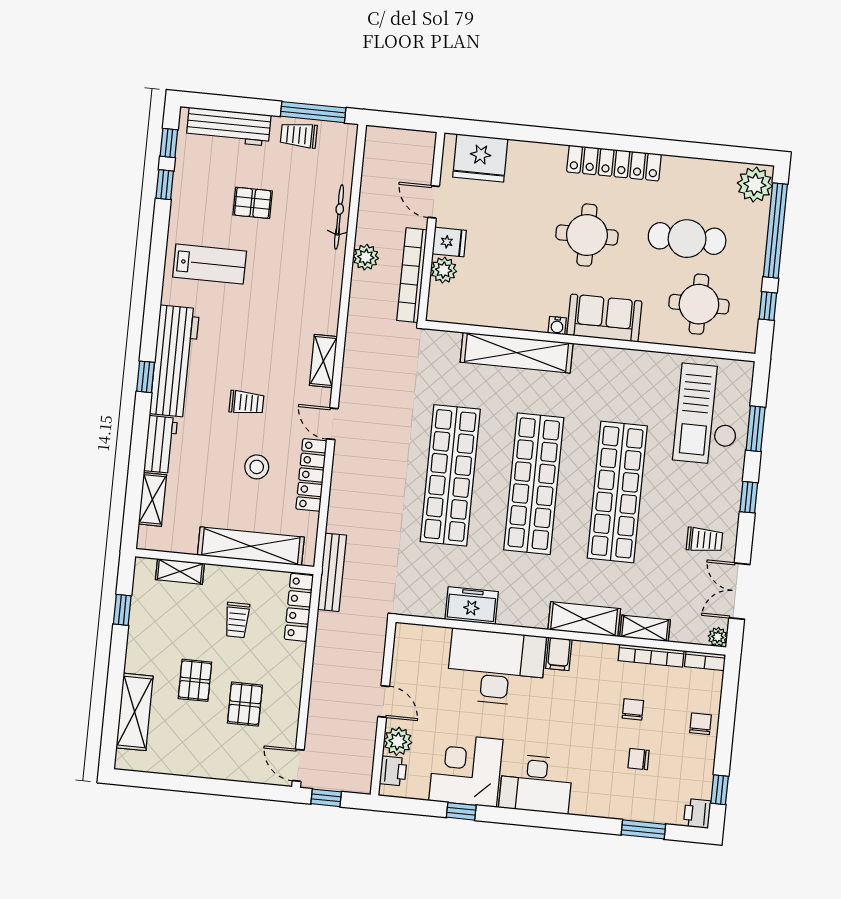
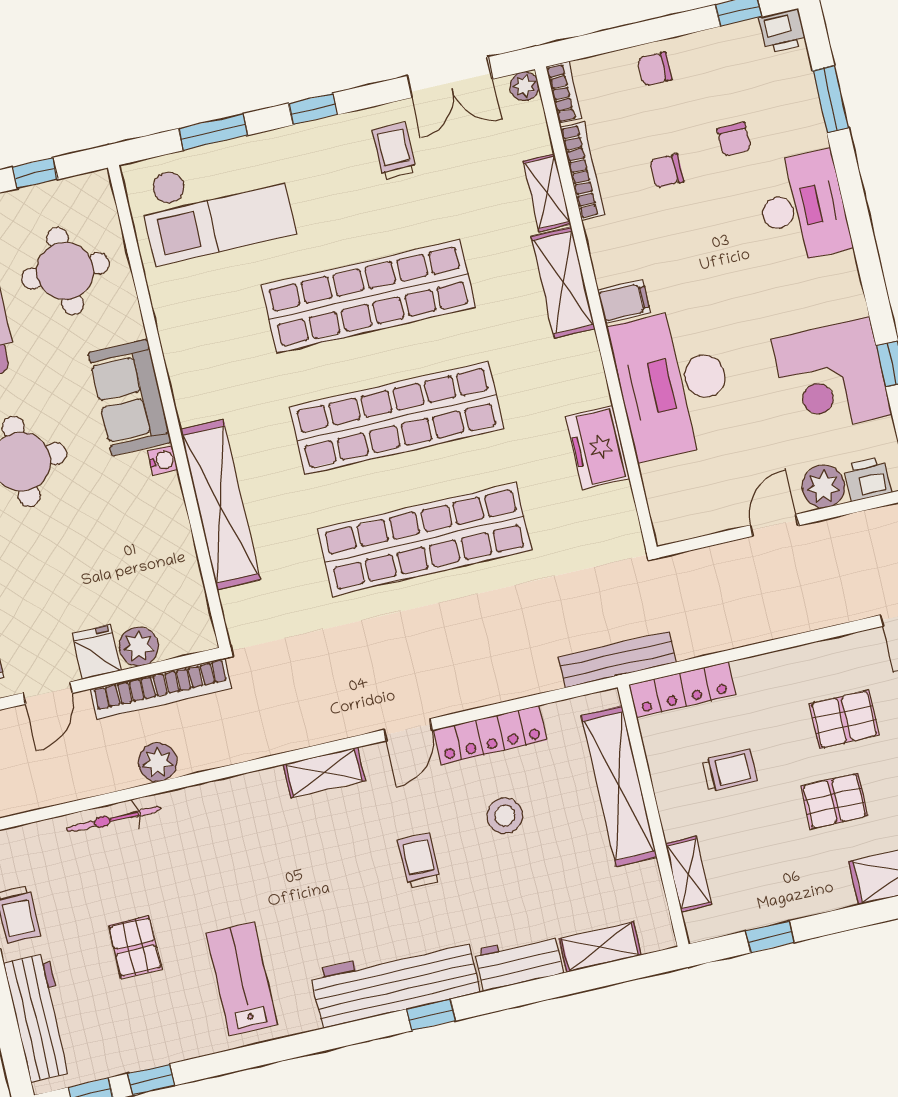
desk: (536, 784) -> (803, 207), moved

